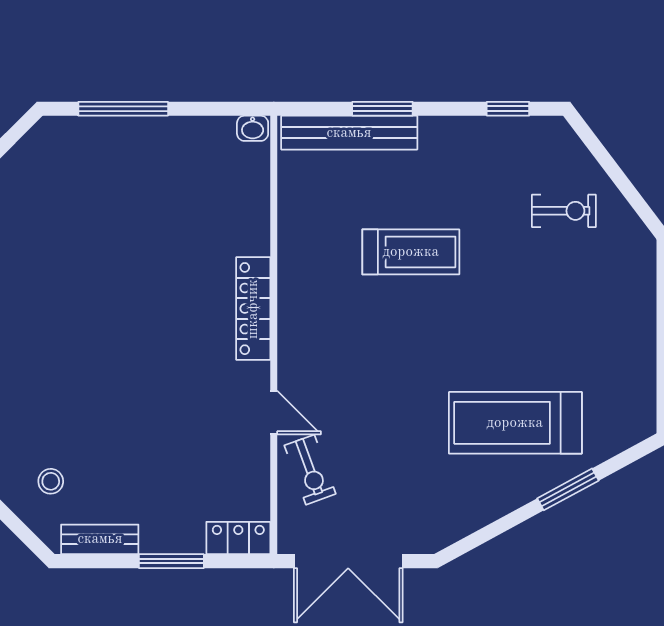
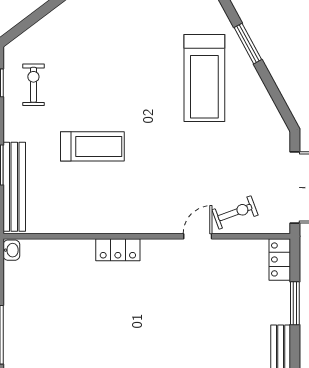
exercise bike: (564, 211) -> (33, 85), moved
treadmill: (411, 252) -> (92, 146), turned 90
locker: (253, 309) -> (118, 250), width x0.66

